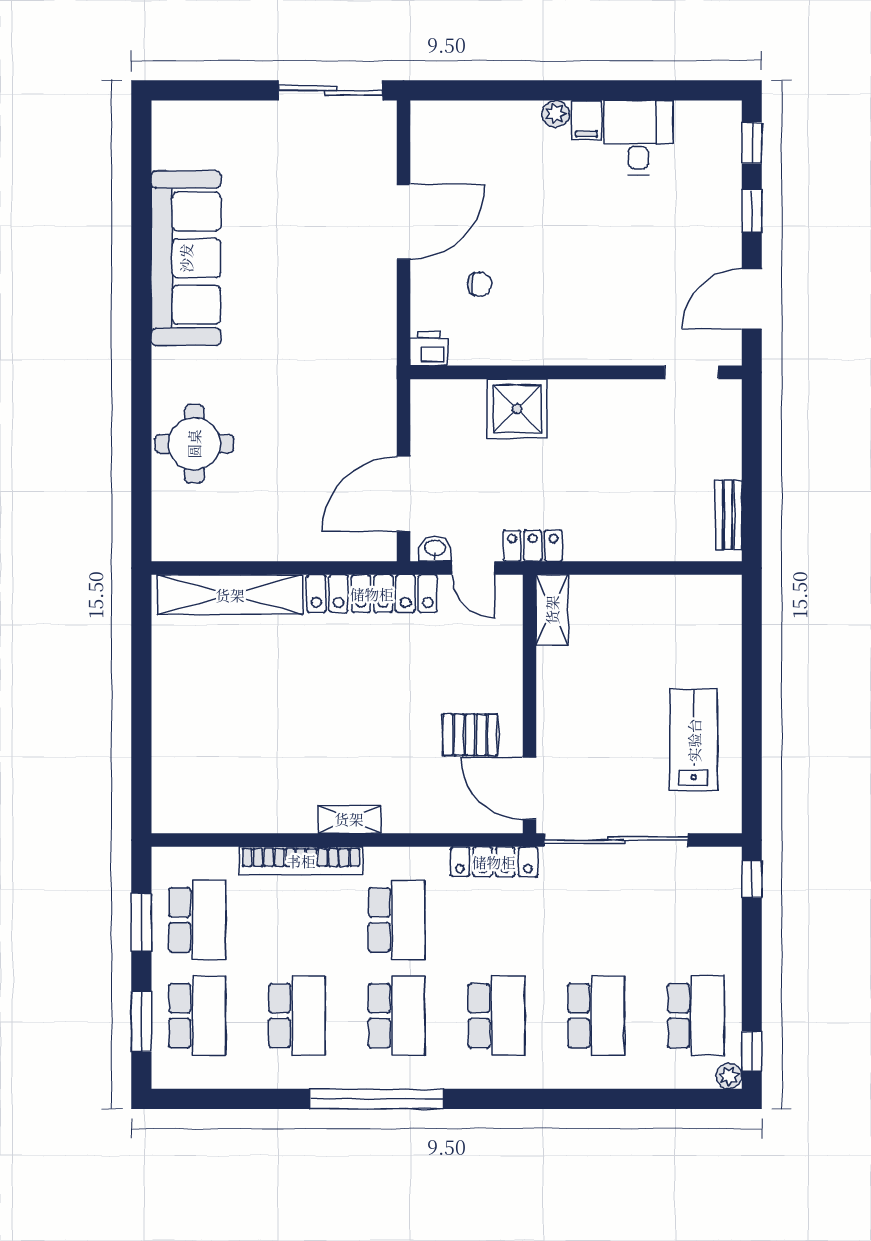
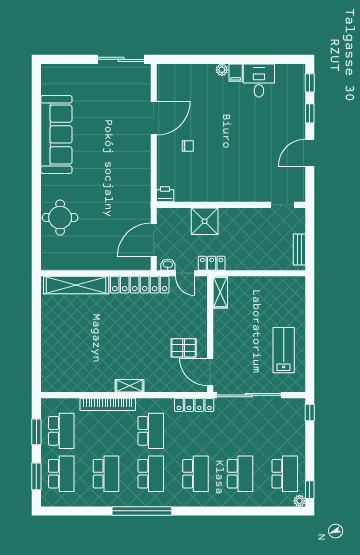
printer: (429, 349) -> (165, 194), moved
wall: (576, 372) -> (231, 205), moved
doorway: (692, 372) -> (283, 205), moved
shower: (517, 409) -> (205, 221), moved

